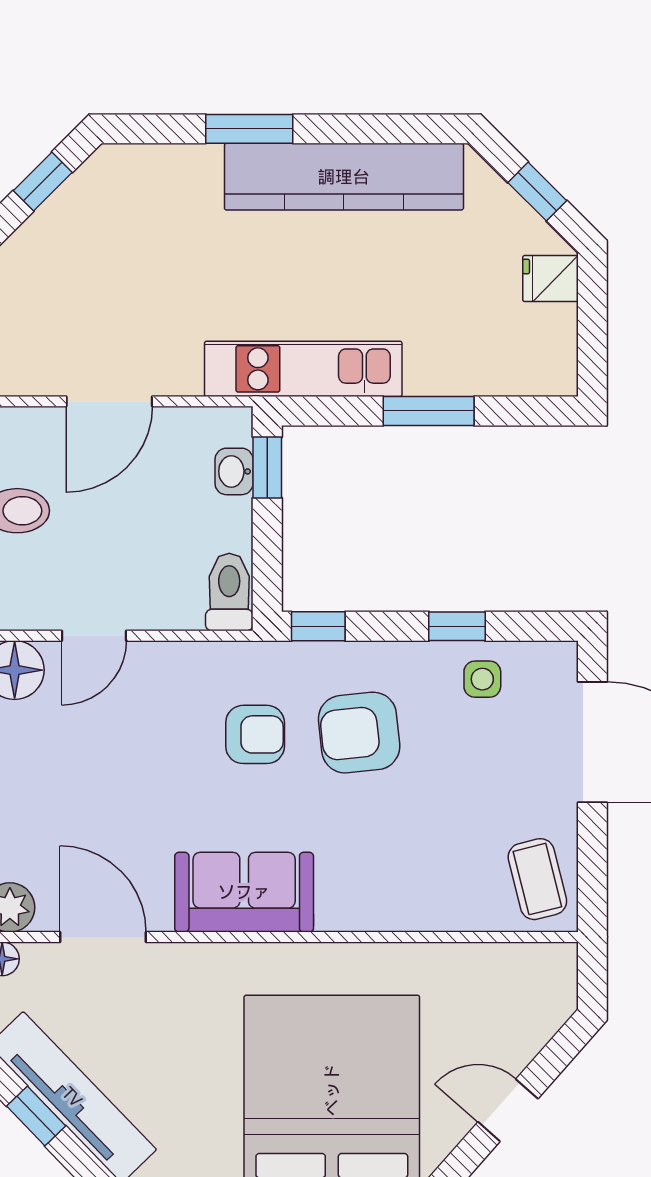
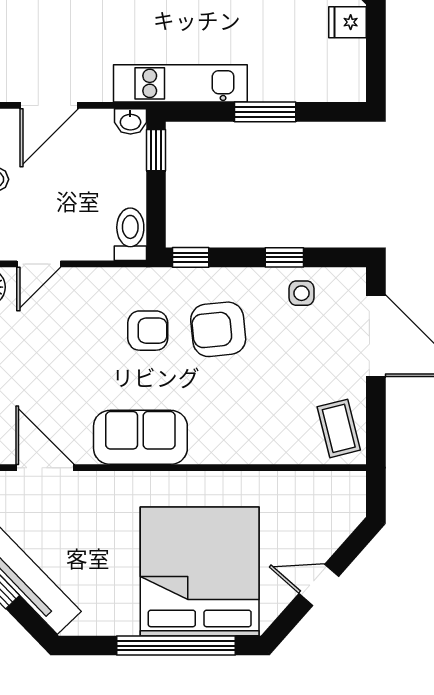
washbasin: (234, 471) -> (130, 121), moved, turned -90

